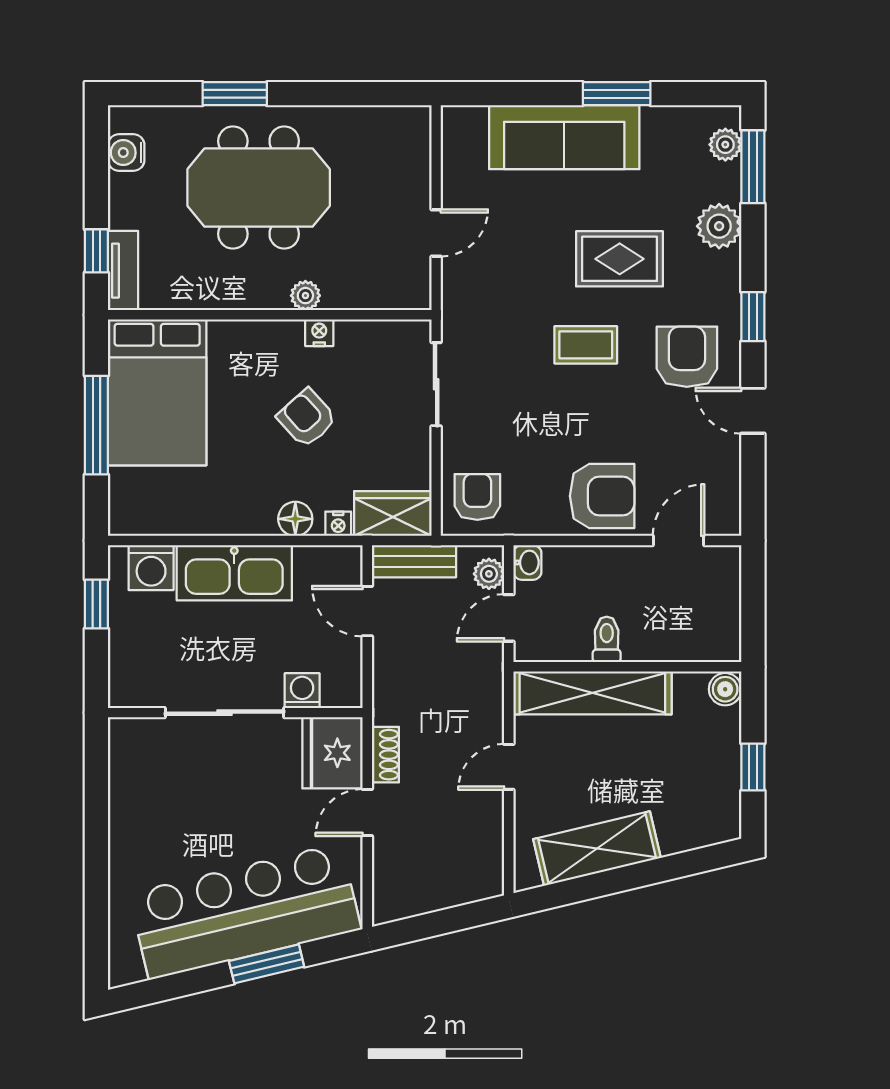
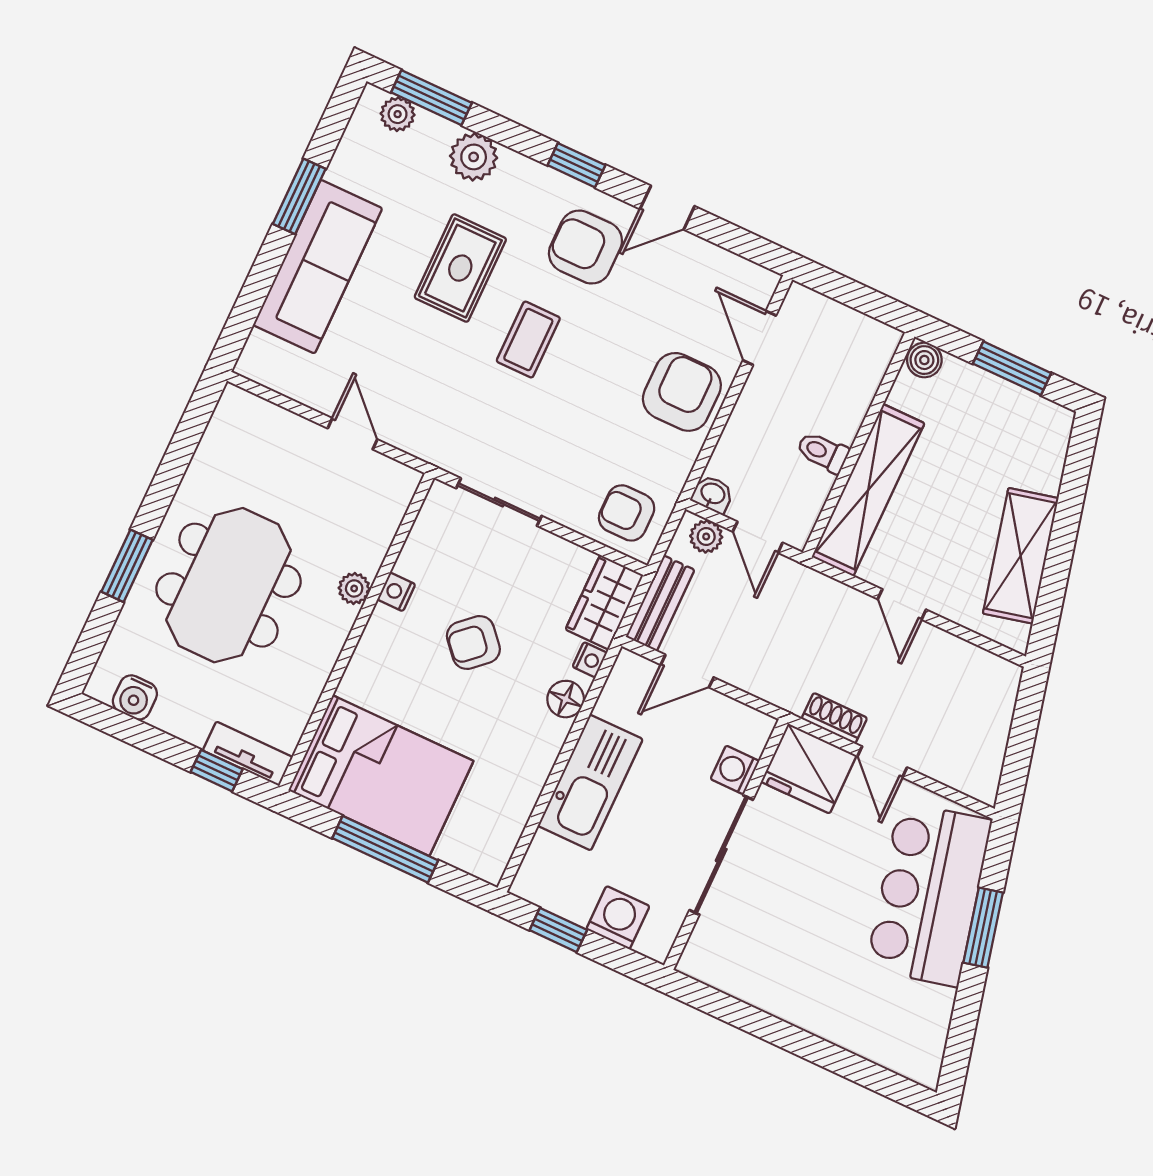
washing machine: (151, 568) -> (618, 918), moved, turned -90
window: (753, 767) -> (1012, 368), width x1.50
bar counter: (245, 911) -> (929, 894), width x0.73

